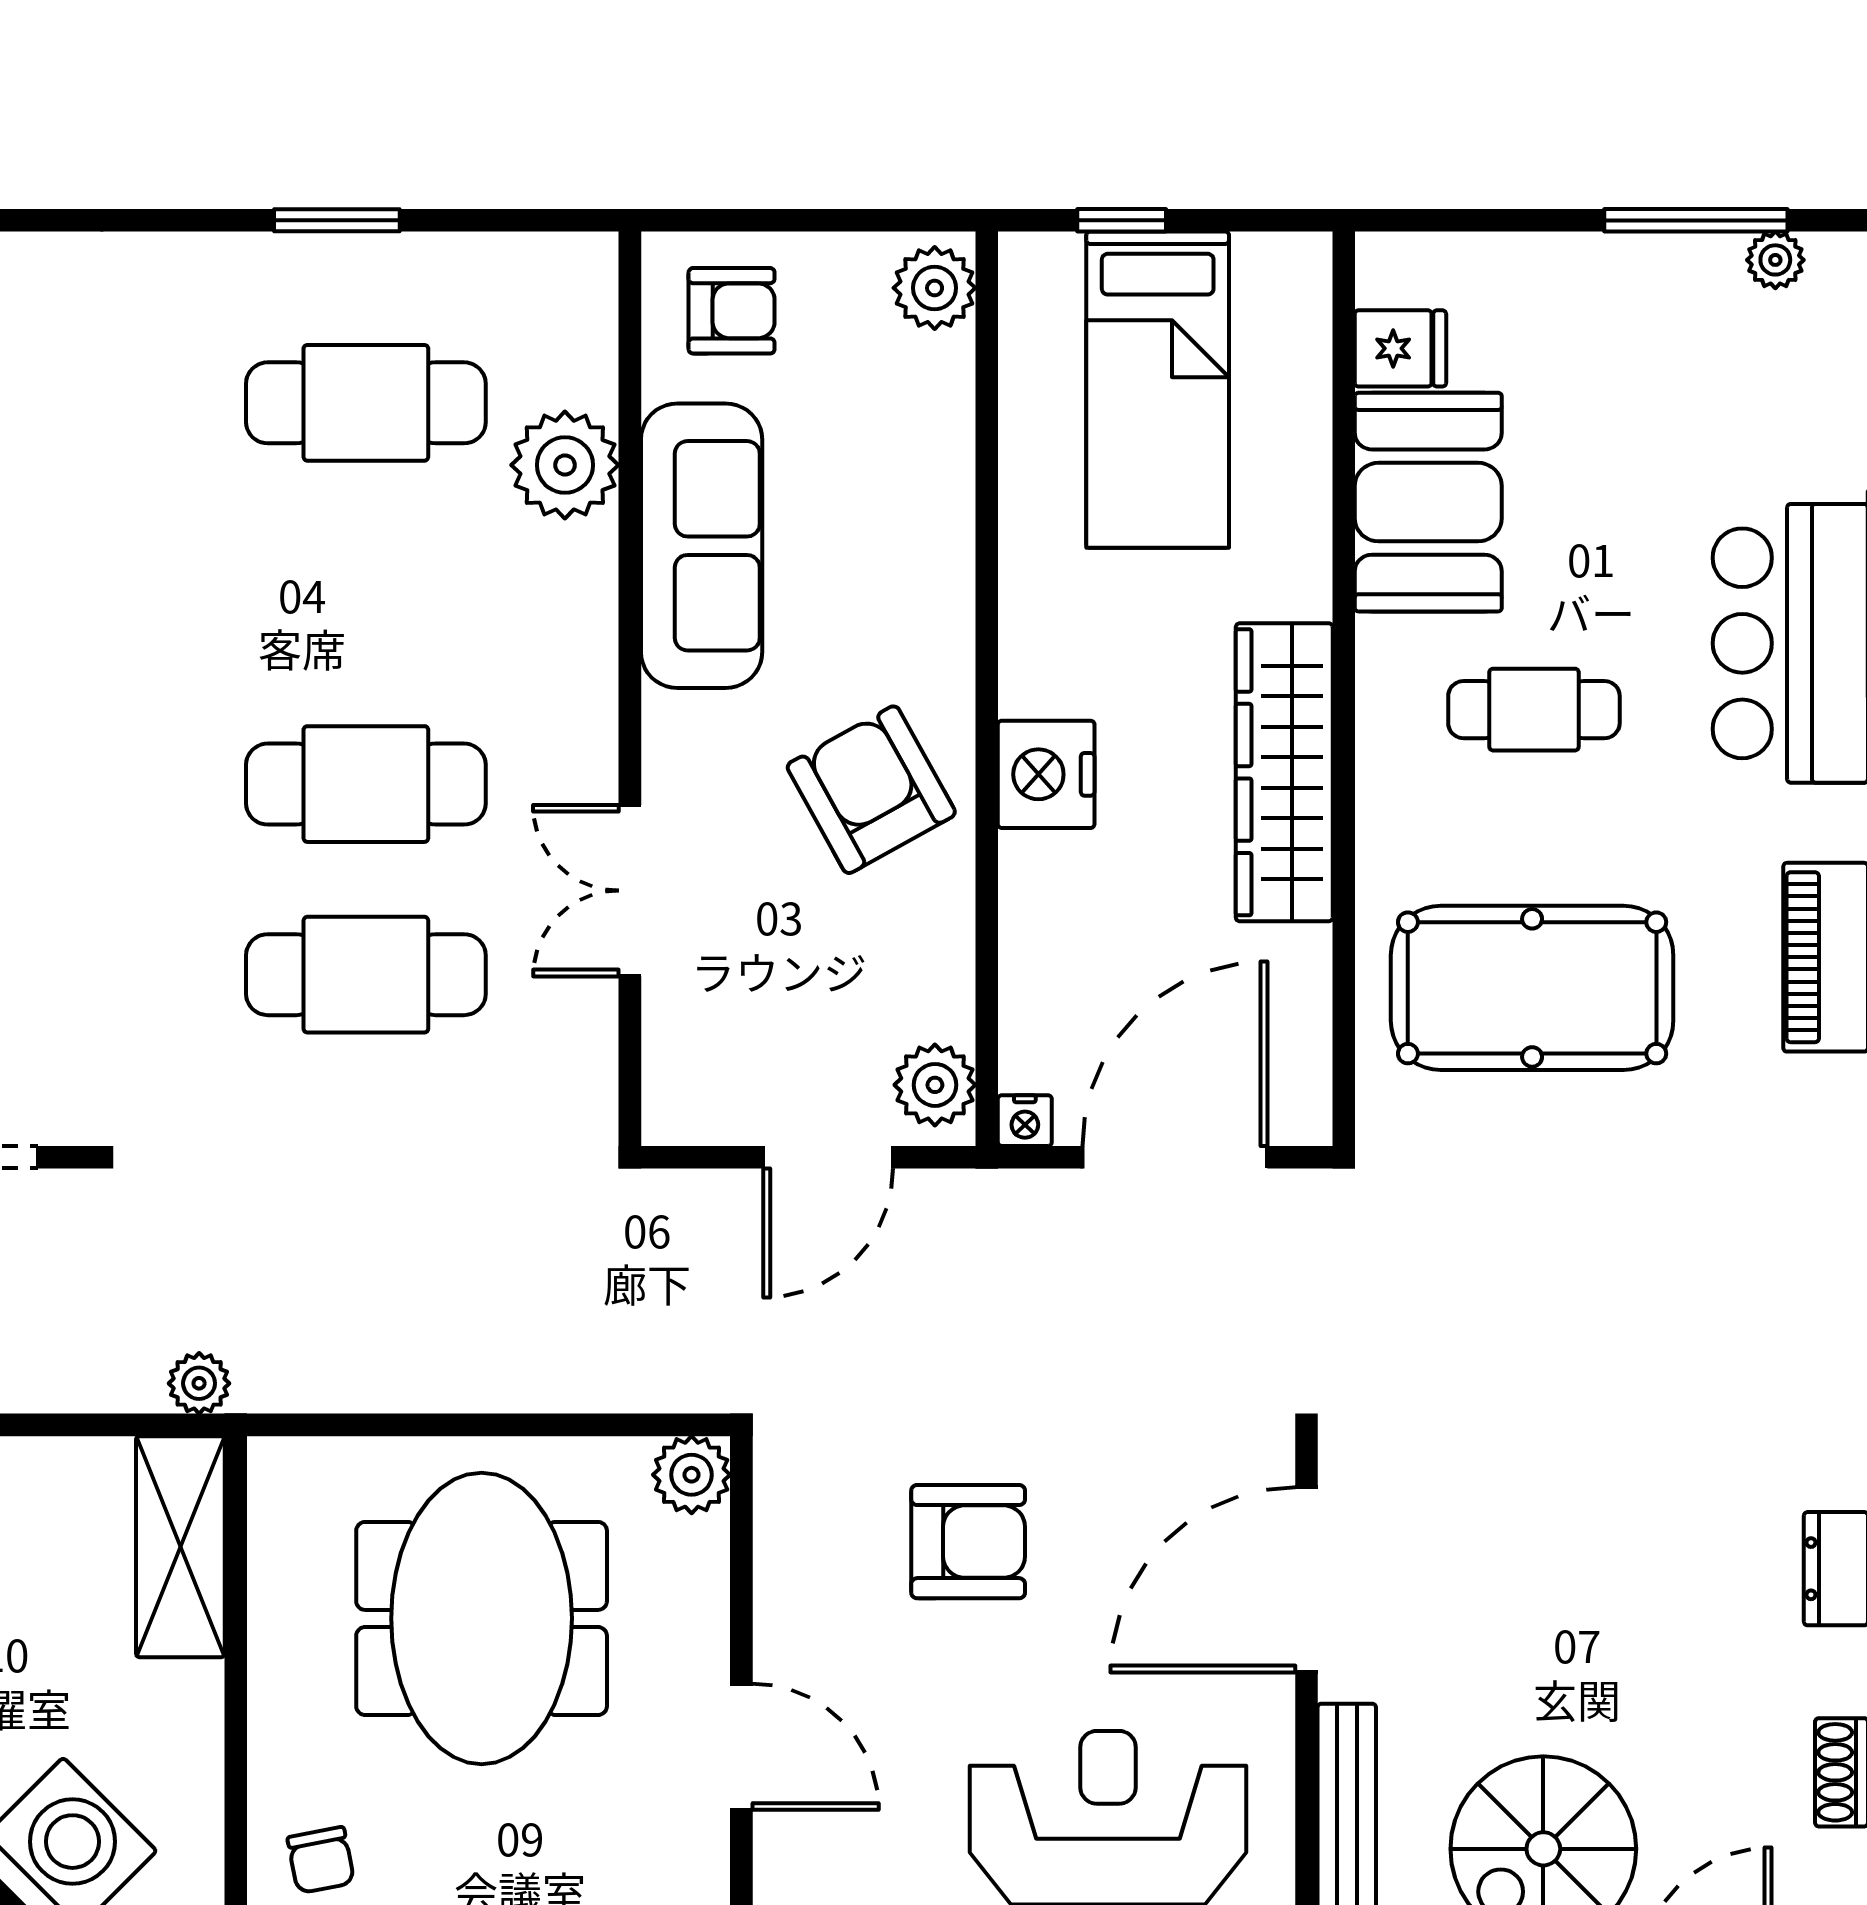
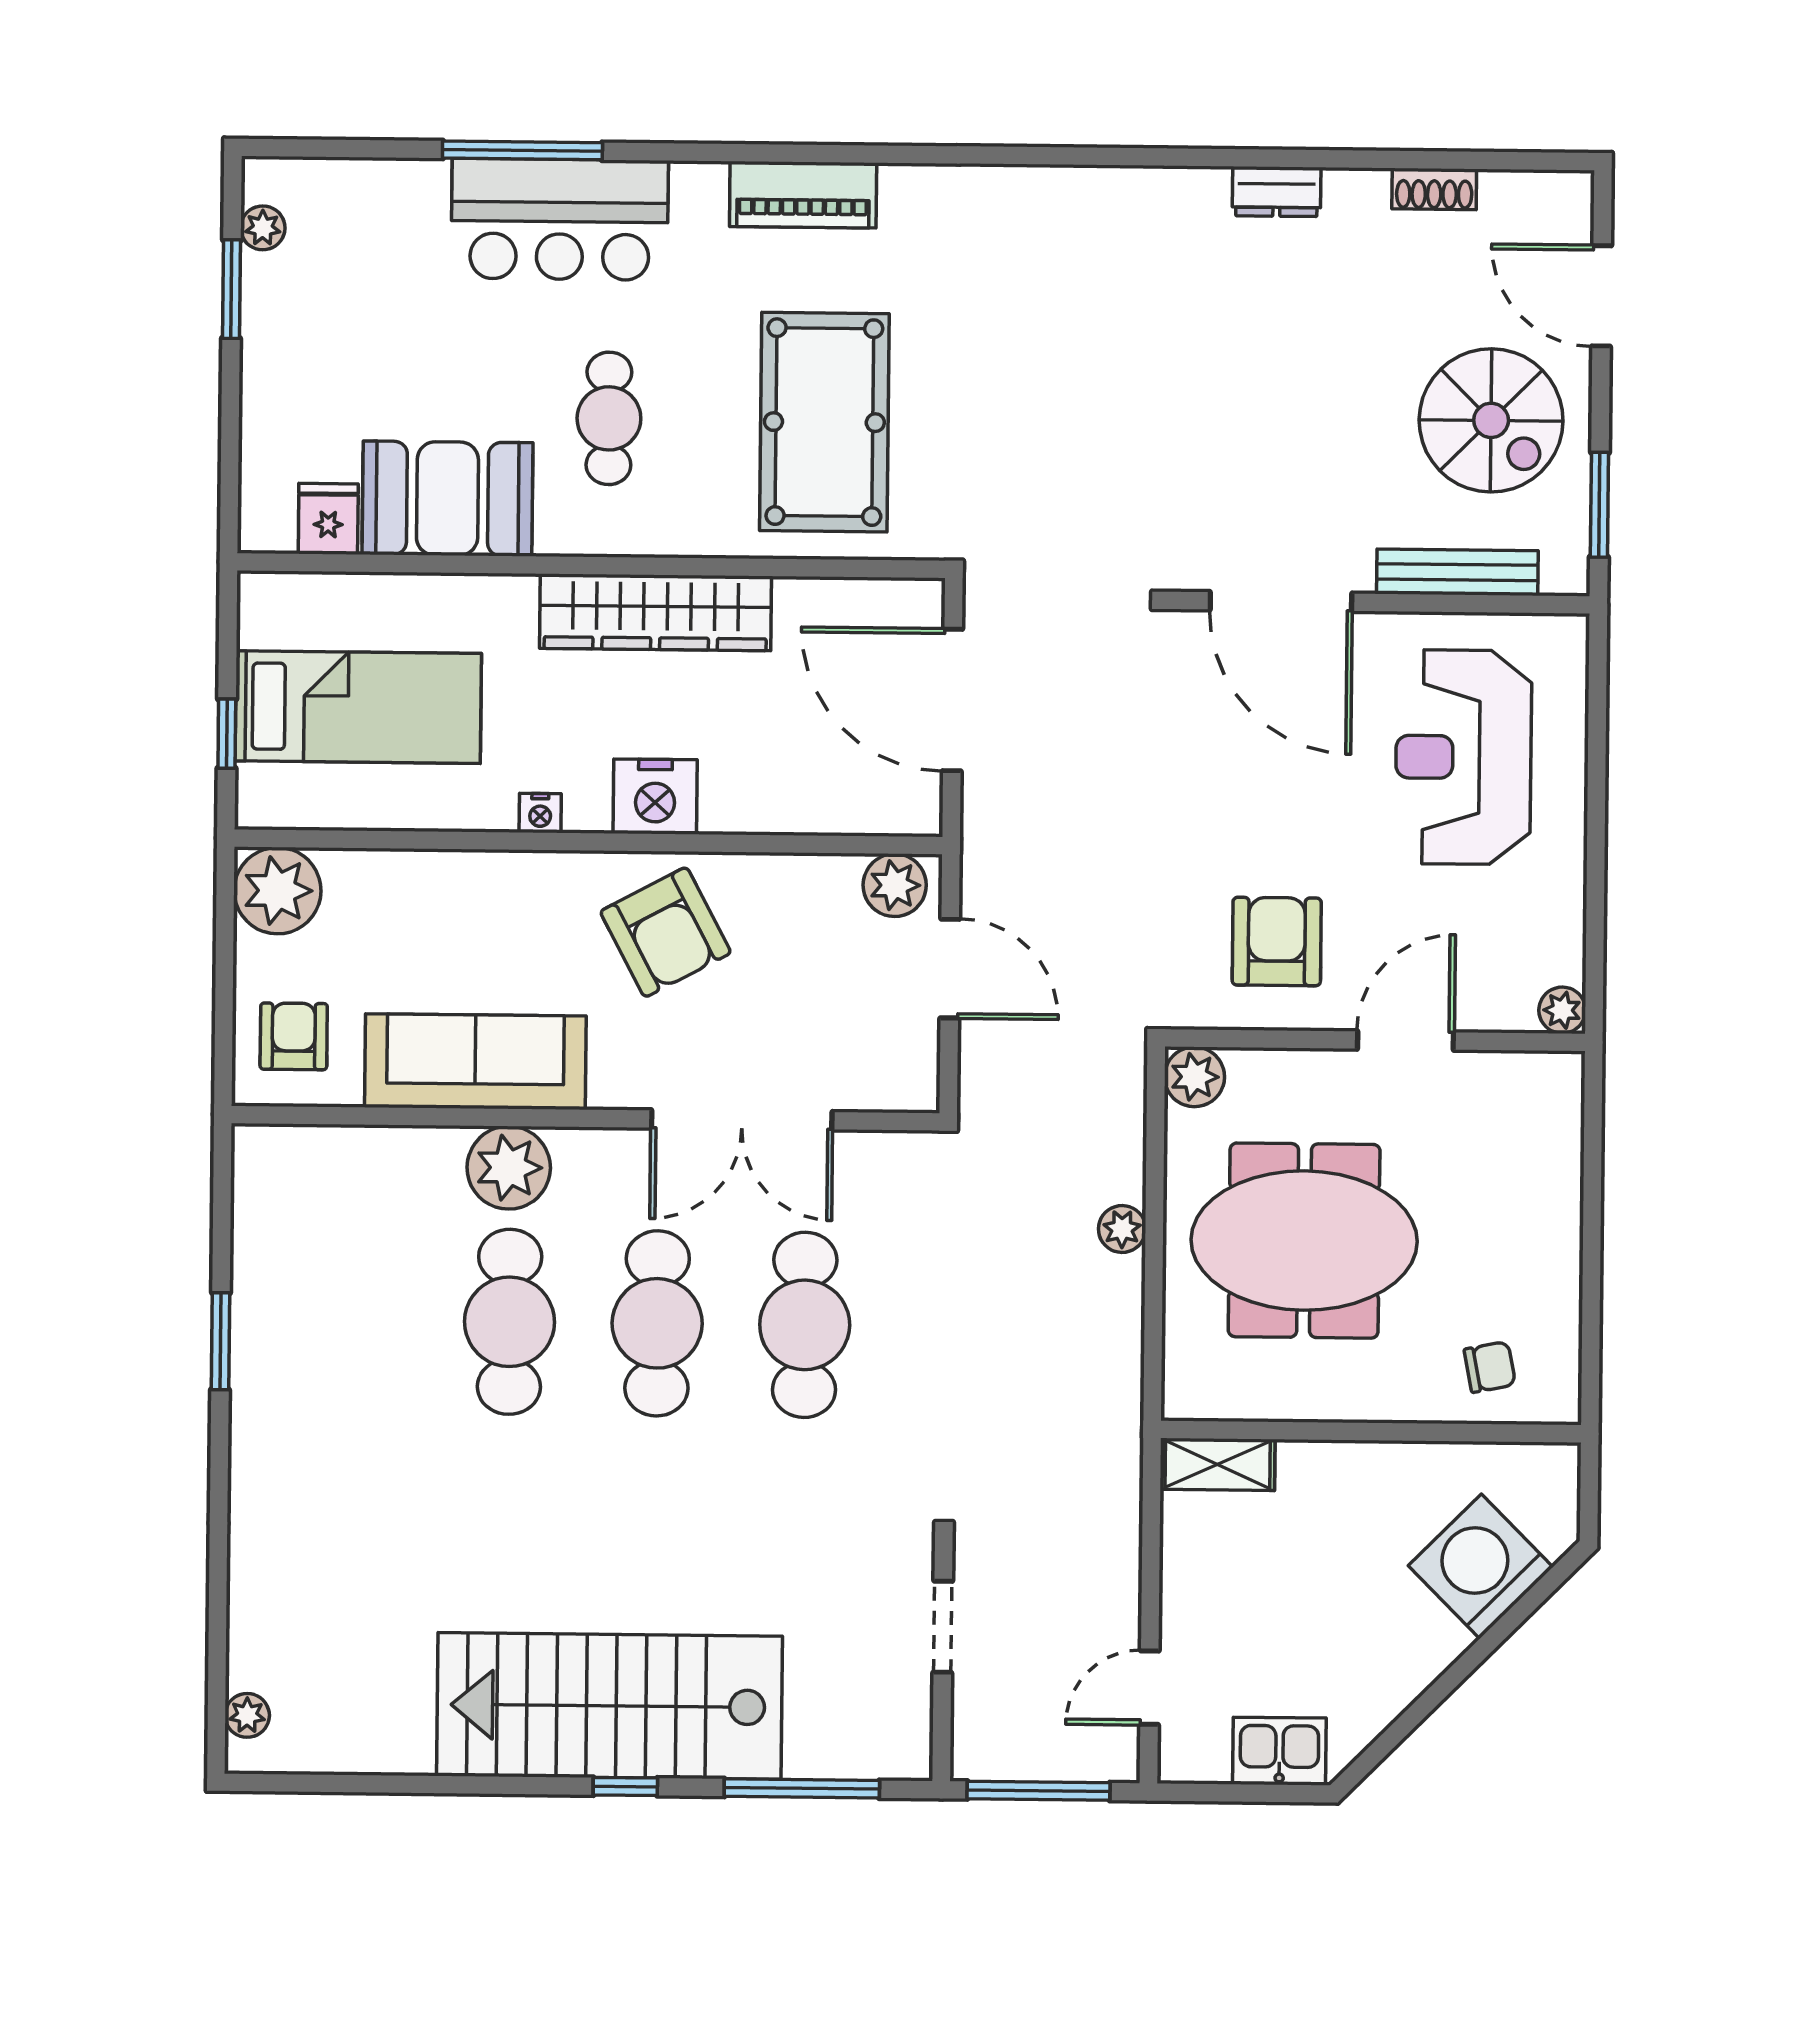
window: (1696, 220) -> (231, 289), width x0.69
plant: (935, 288) -> (278, 891), width x1.36, depth x1.36
cafe table: (366, 403) -> (510, 1322), moved
plant: (565, 465) -> (509, 1168), moved
armchair: (871, 790) -> (666, 932), turned -89
double door: (630, 891) -> (742, 1120), width x1.37
nightstand: (1025, 1121) -> (540, 813), moved, turned 90
plant: (199, 1383) -> (1122, 1229), moved
armchair: (968, 1542) -> (1277, 942), moved
shelving: (180, 1547) -> (1218, 1464), width x0.67, depth x0.75

